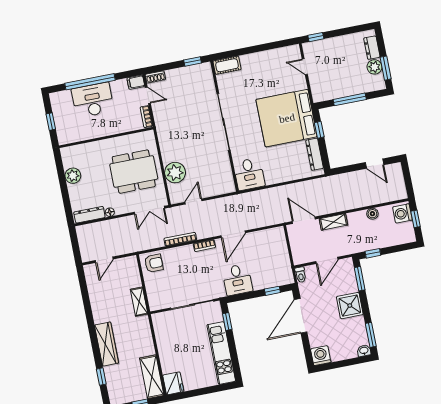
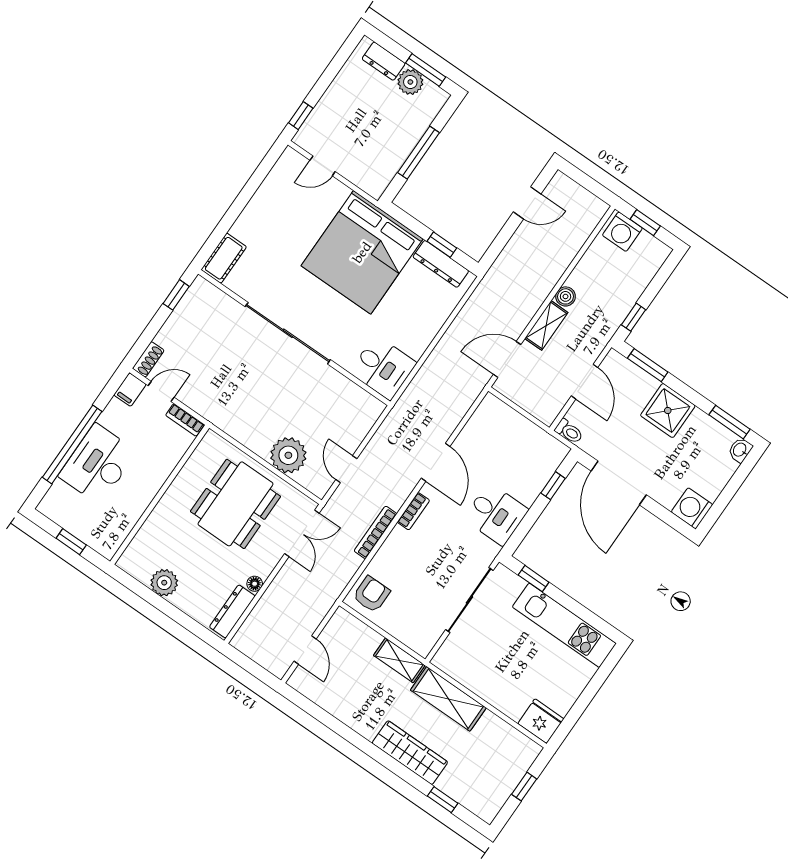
window: (319, 130) -> (442, 245), moved
boiler: (372, 214) -> (566, 296), moved
shelving: (152, 377) -> (448, 699), moved

